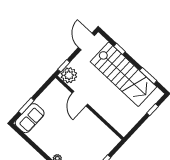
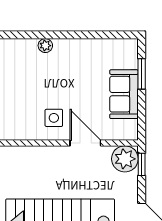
sofa: (30, 118) -> (124, 94), moved
side table: (83, 123) -> (54, 118), added

